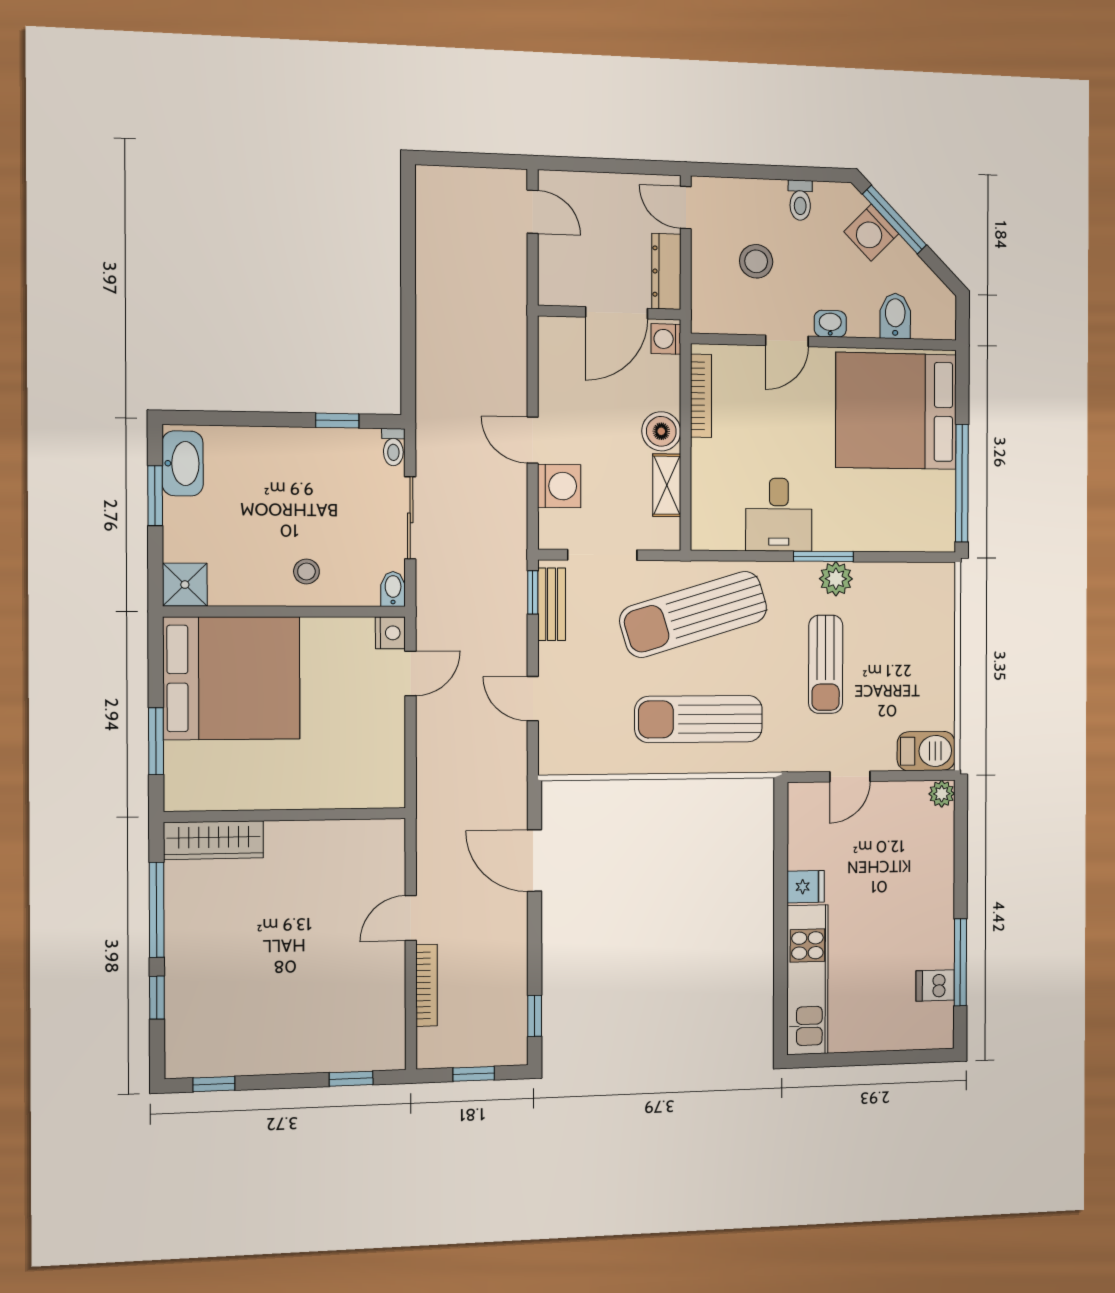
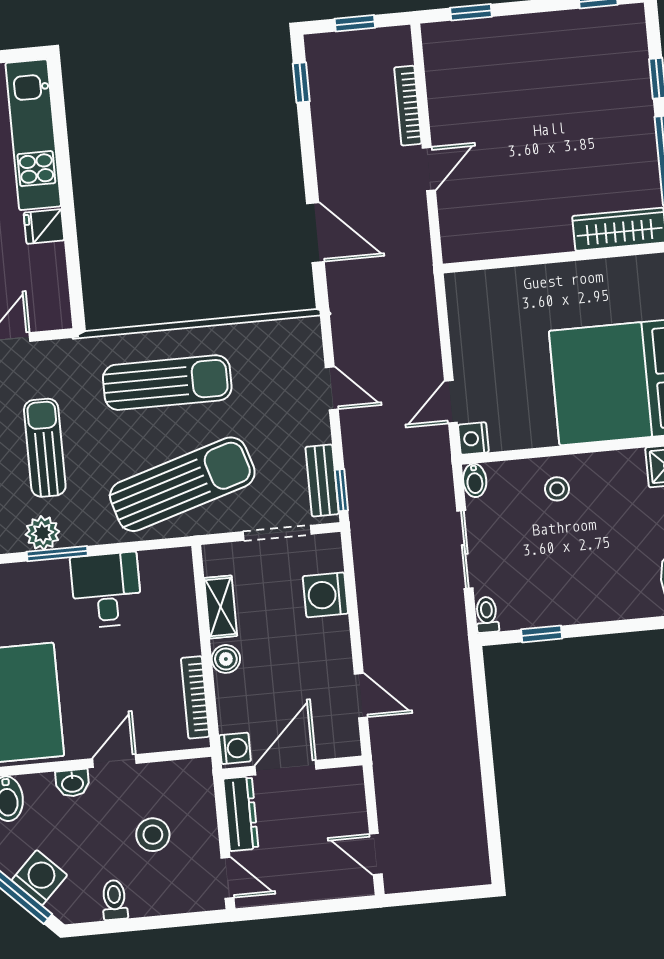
boiler: (661, 431) -> (226, 659), width x0.73, depth x0.73
door: (533, 440) -> (361, 696), moved

